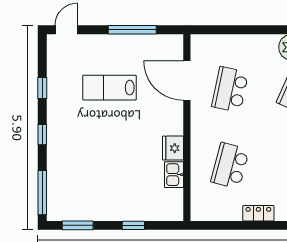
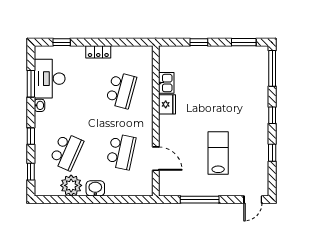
washbasin: (262, 44) -> (95, 188), added
door: (187, 81) -> (156, 159), width x0.73
lab bench: (109, 88) -> (218, 153), turned -90

